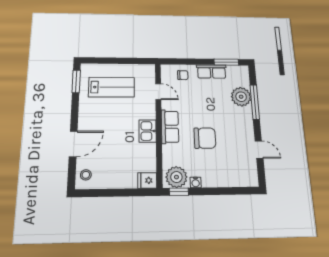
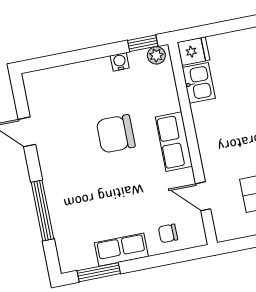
plant: (241, 97) -> (66, 215), removed
kitchen sink: (148, 131) -> (199, 83), moved
plant: (176, 177) -> (156, 55), width x0.53, depth x0.53

